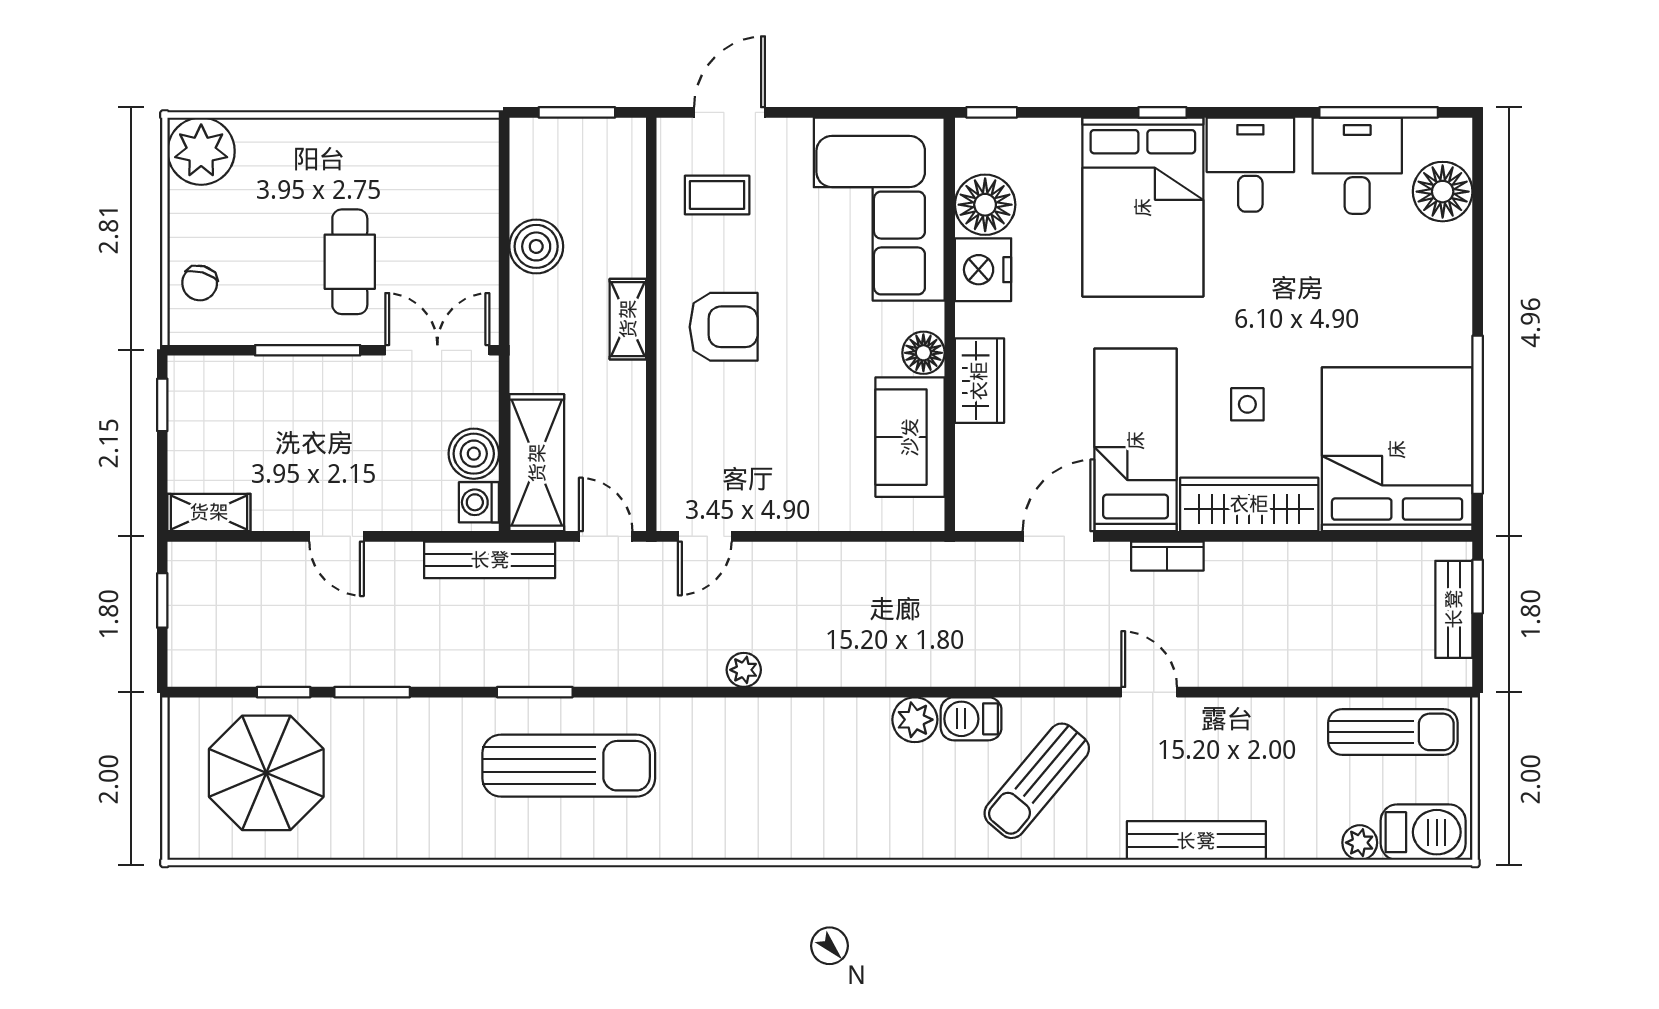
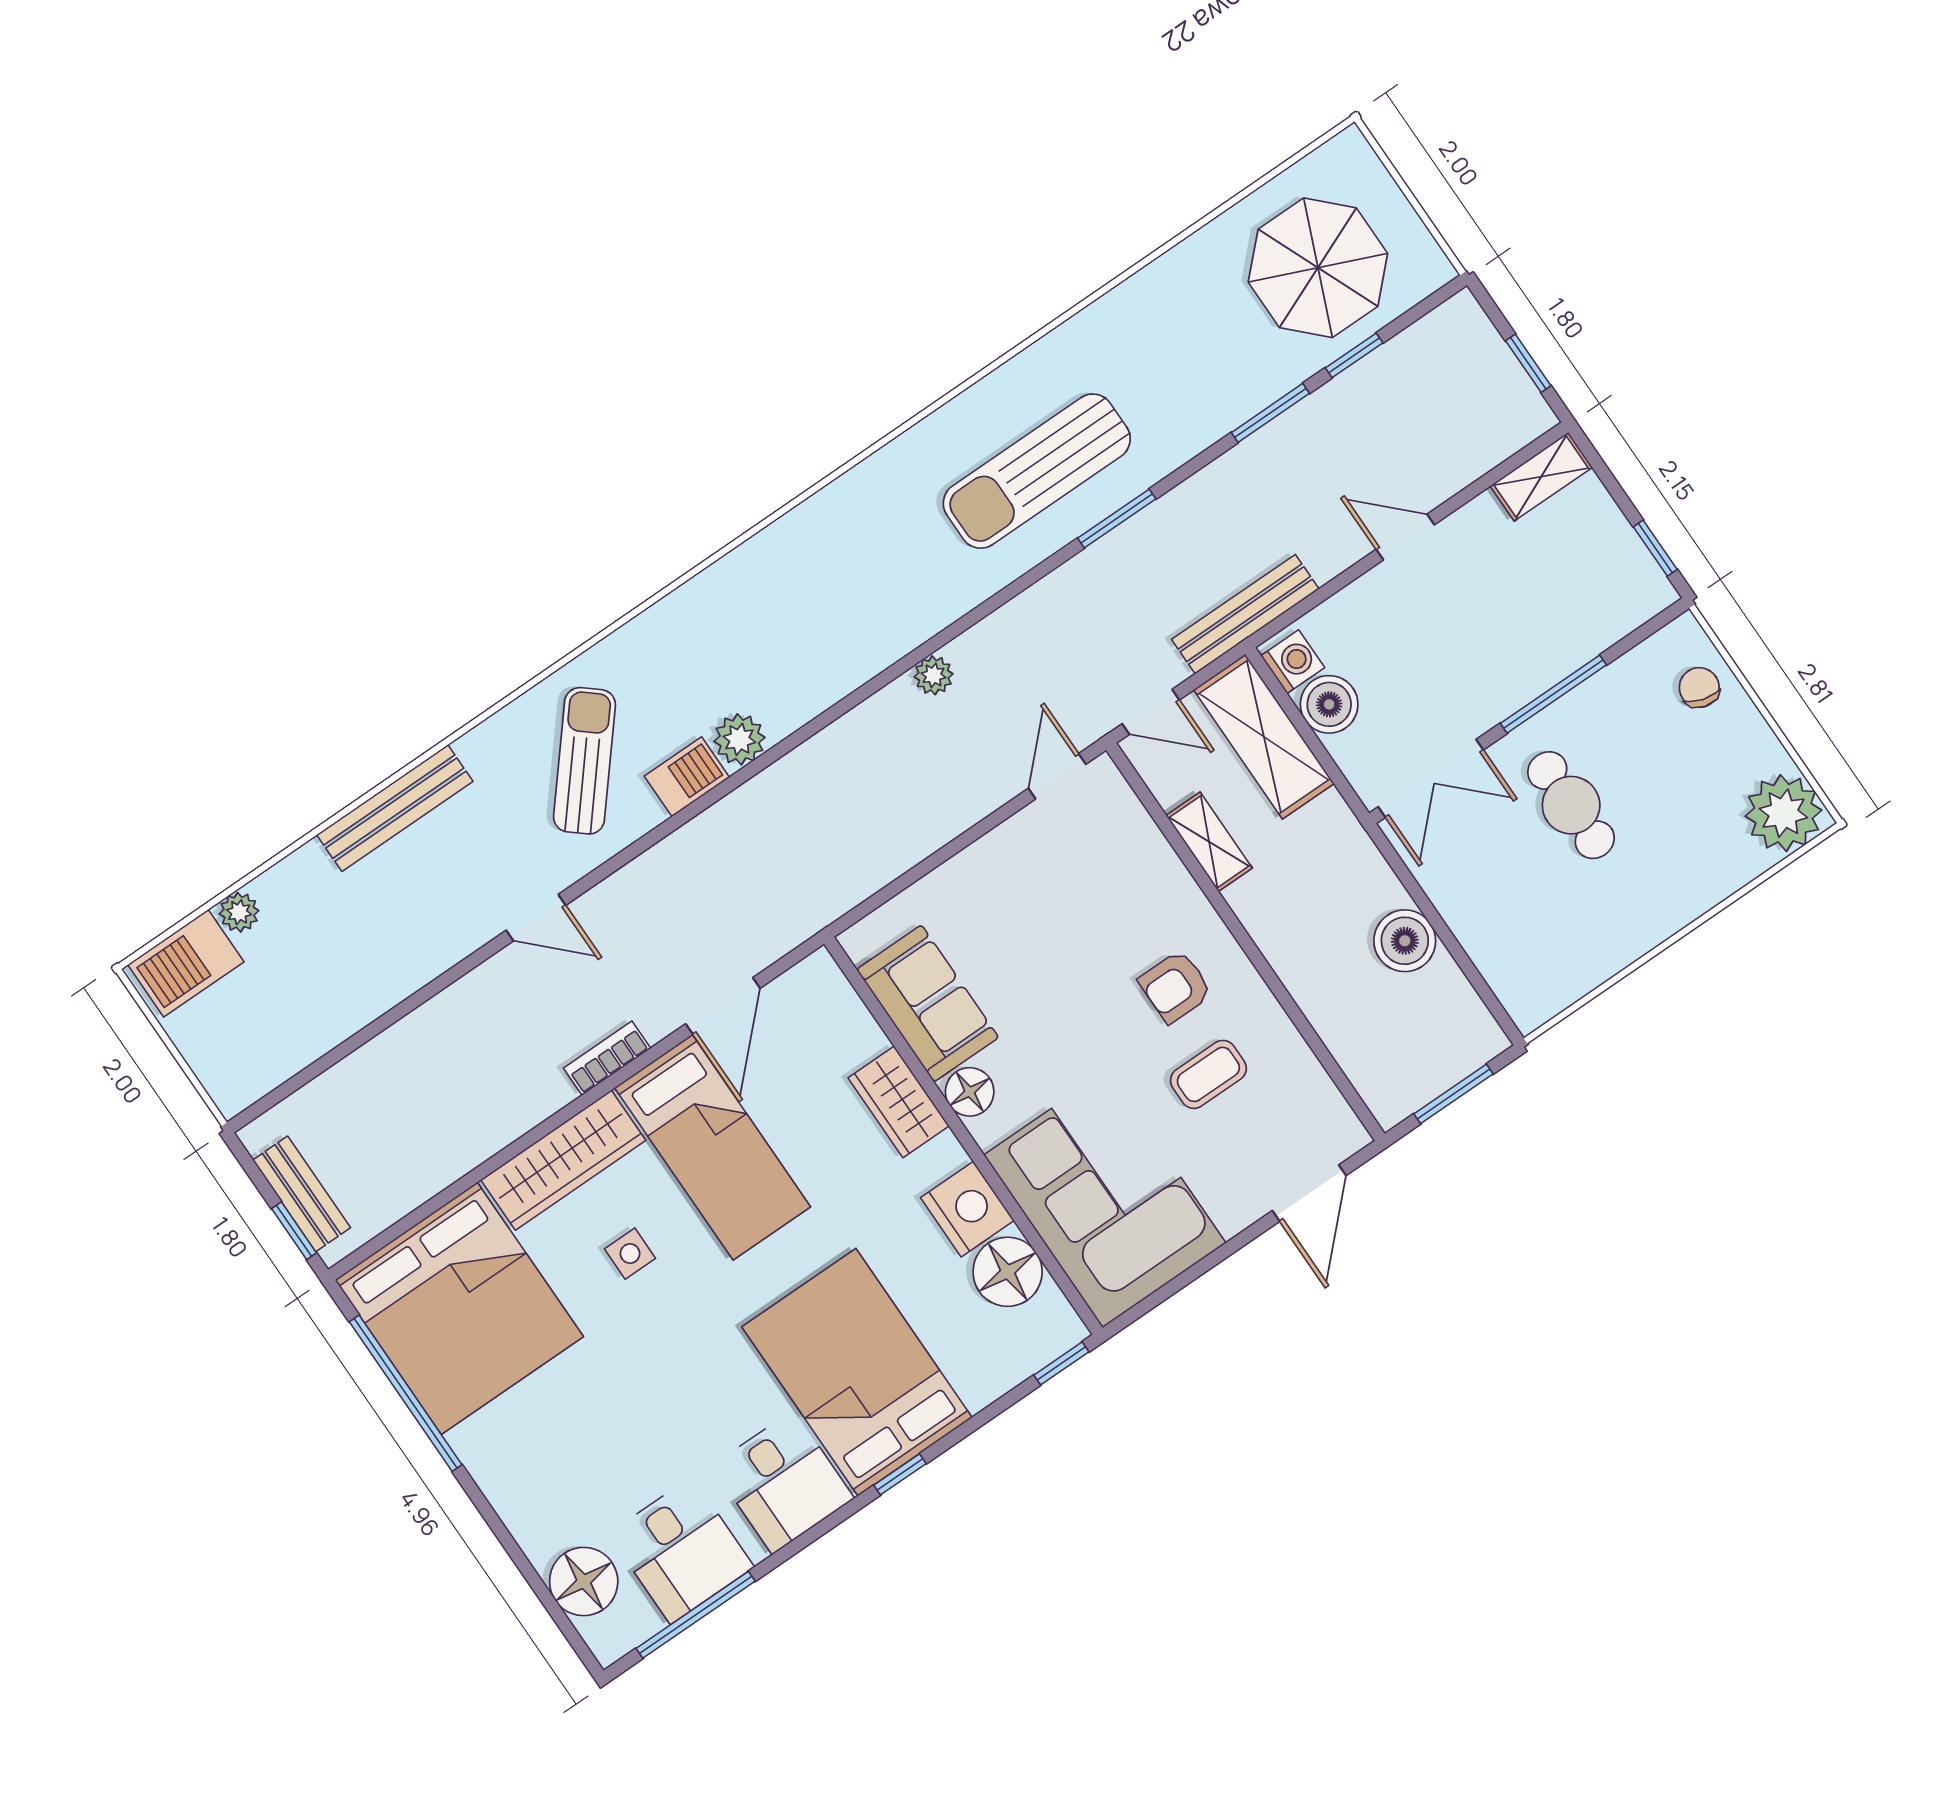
coffee table: (717, 195) -> (1208, 1074), moved
shelving: (628, 319) -> (1209, 842), moved
armchair: (724, 327) -> (1175, 987), width x0.72, depth x0.72
sun lounger: (1393, 732) -> (280, 1038), removed

